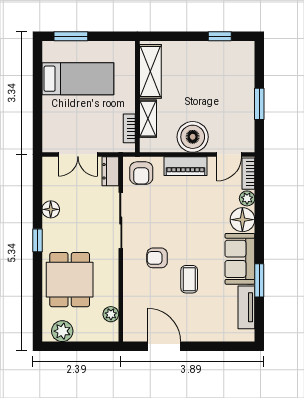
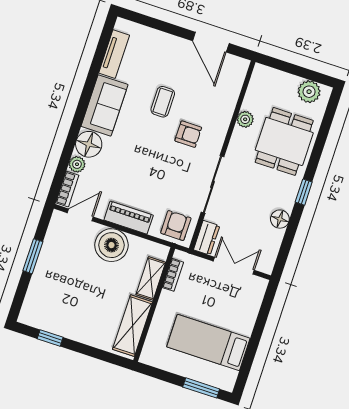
window: (259, 280) -> (92, 77), removed
plant: (111, 314) -> (245, 119), moved

